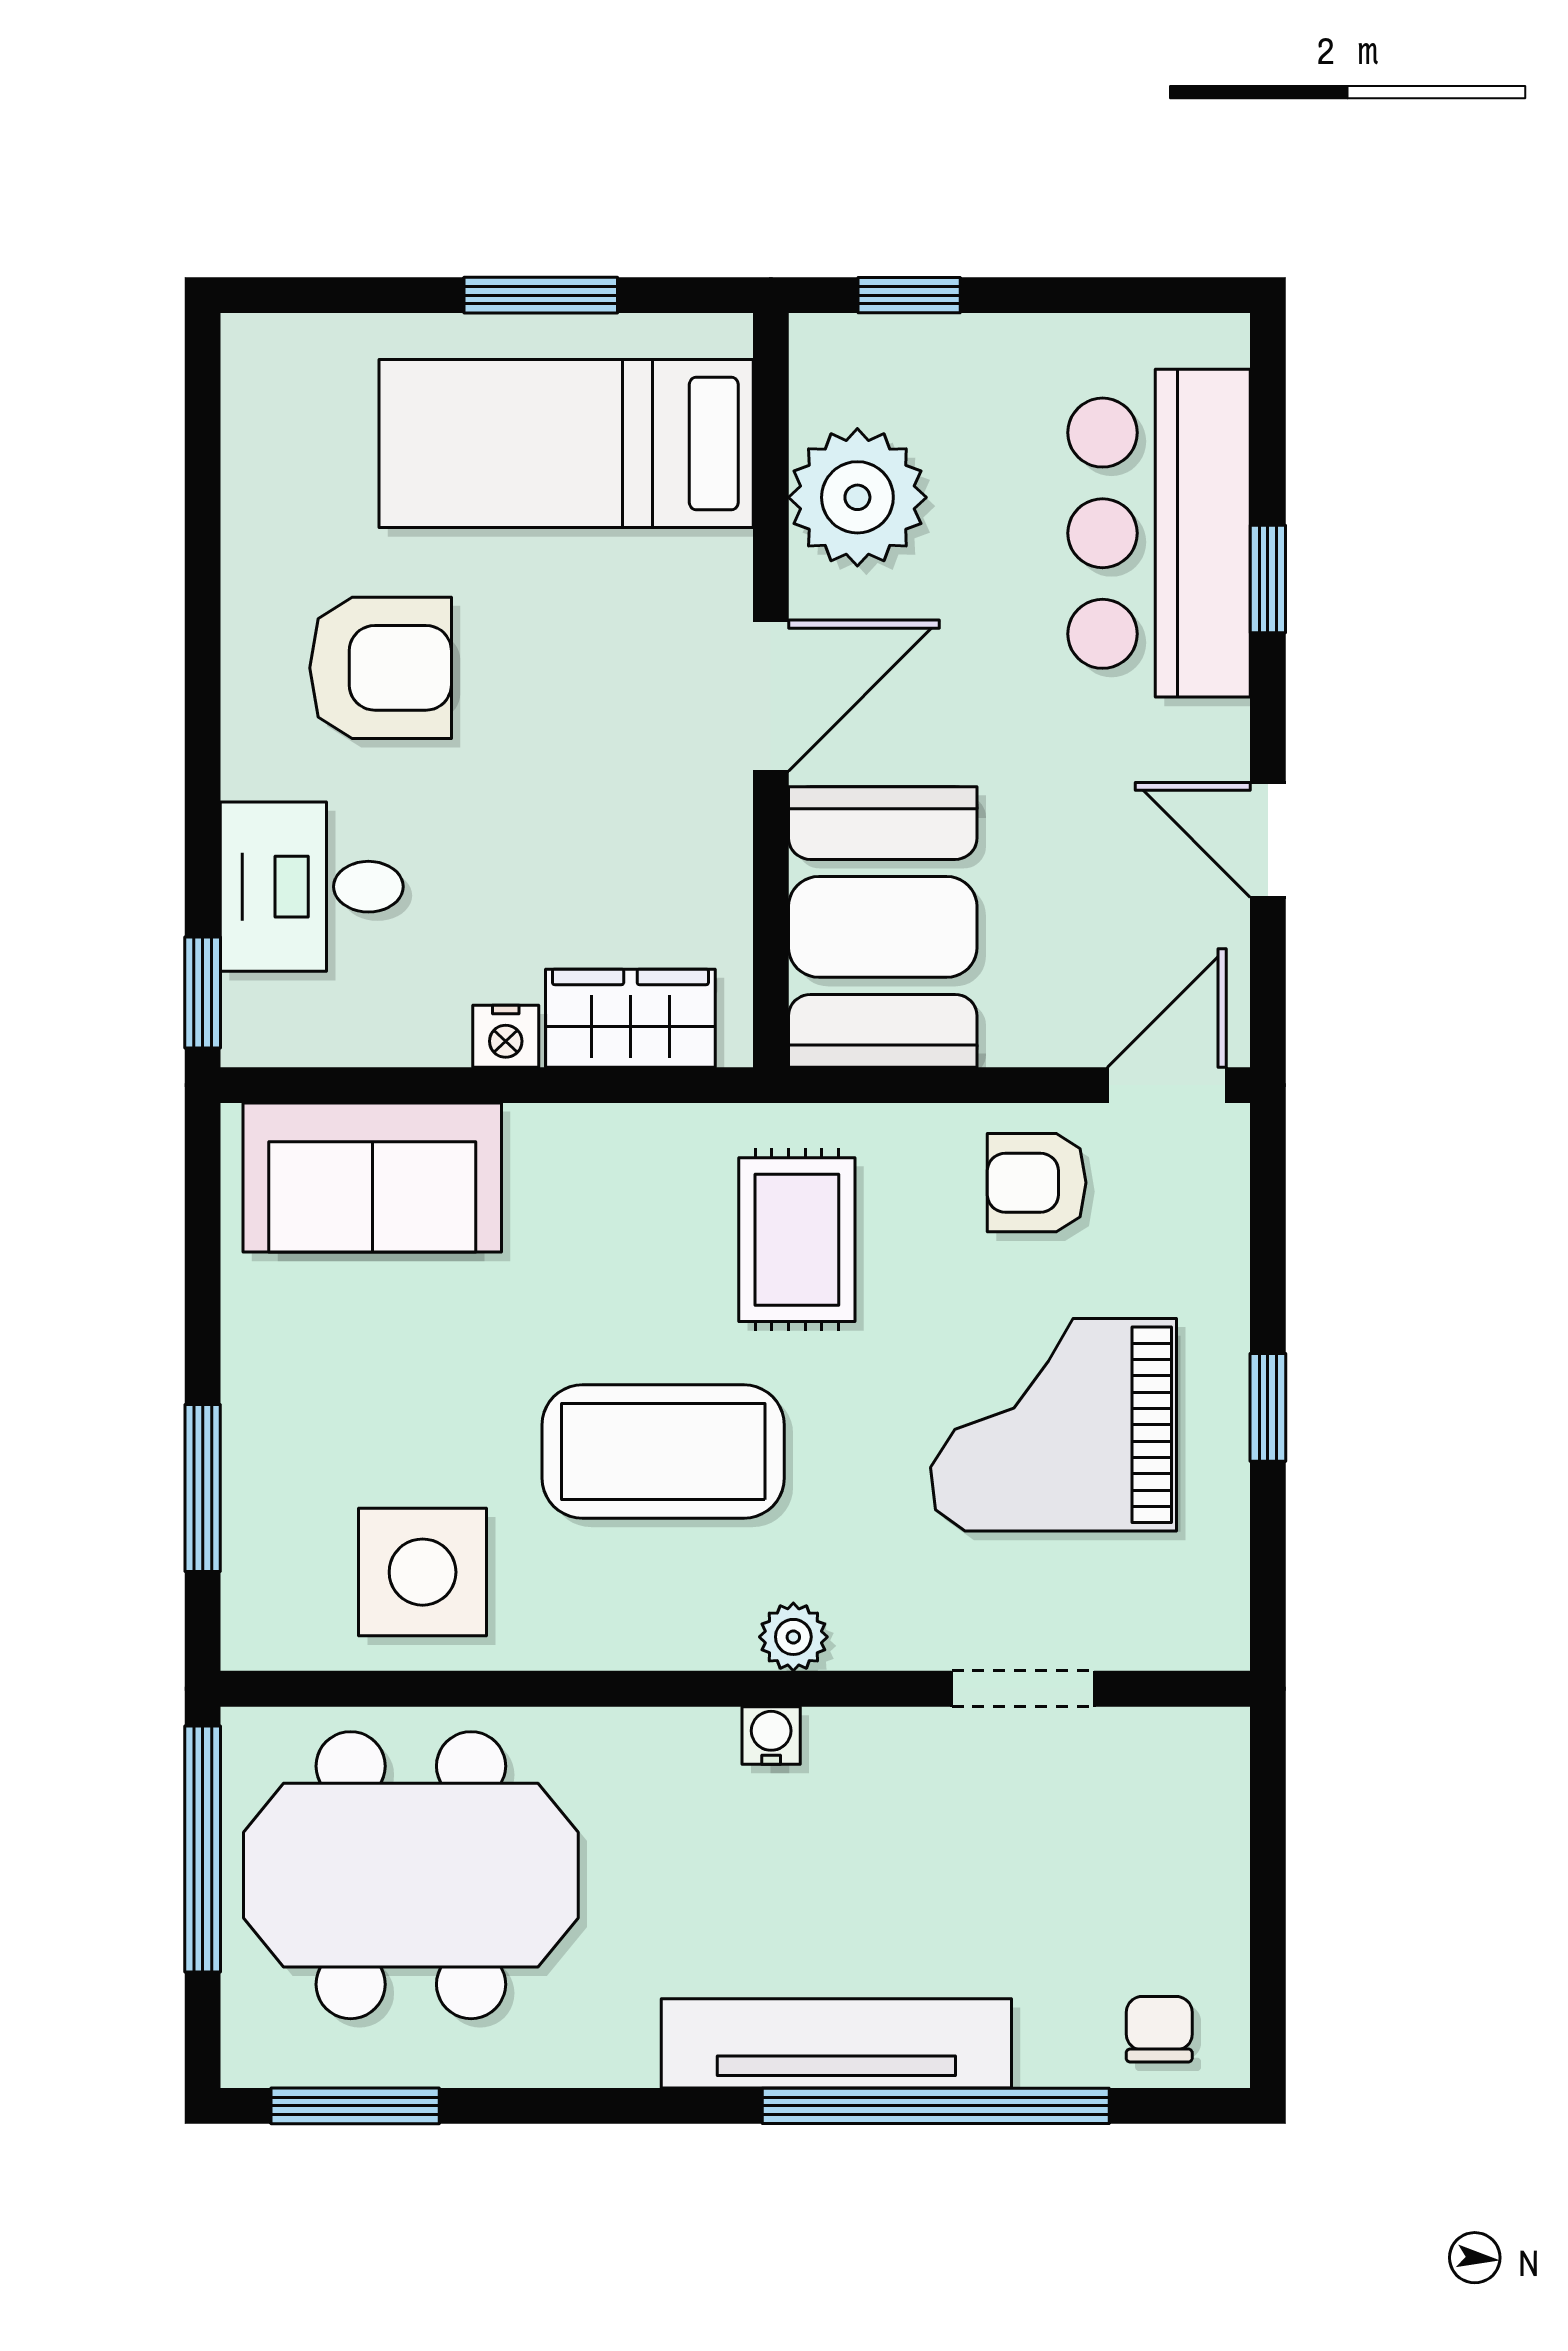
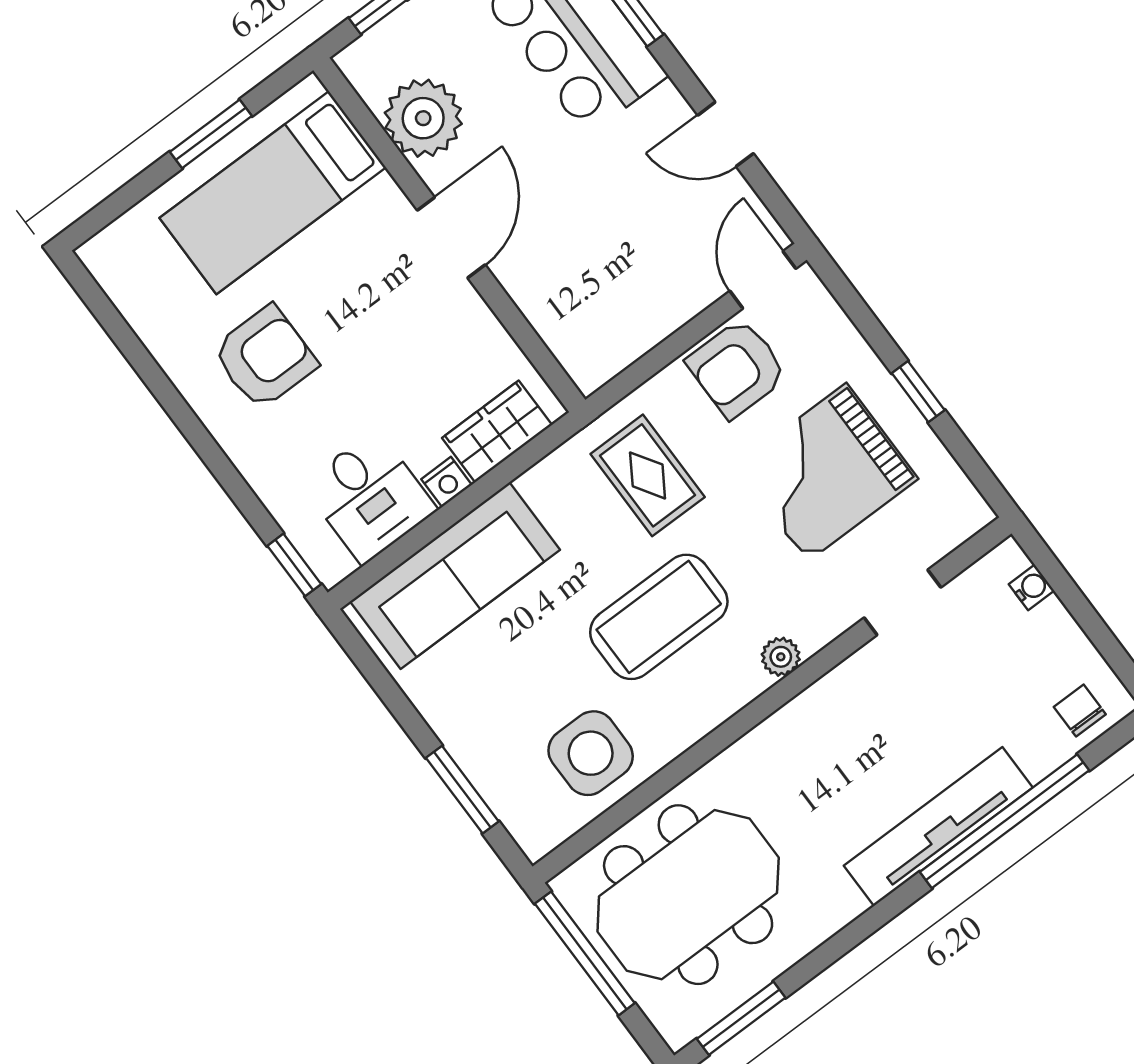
desk: (312, 887) -> (369, 497), moved, turned -90
booth: (883, 927) -> (580, 304), removed
sofa: (372, 1178) -> (455, 576), width x1.36
armchair: (1037, 1183) -> (737, 368), width x1.38, depth x1.38
water cooler: (771, 1735) -> (1031, 587), moved, turned 90

